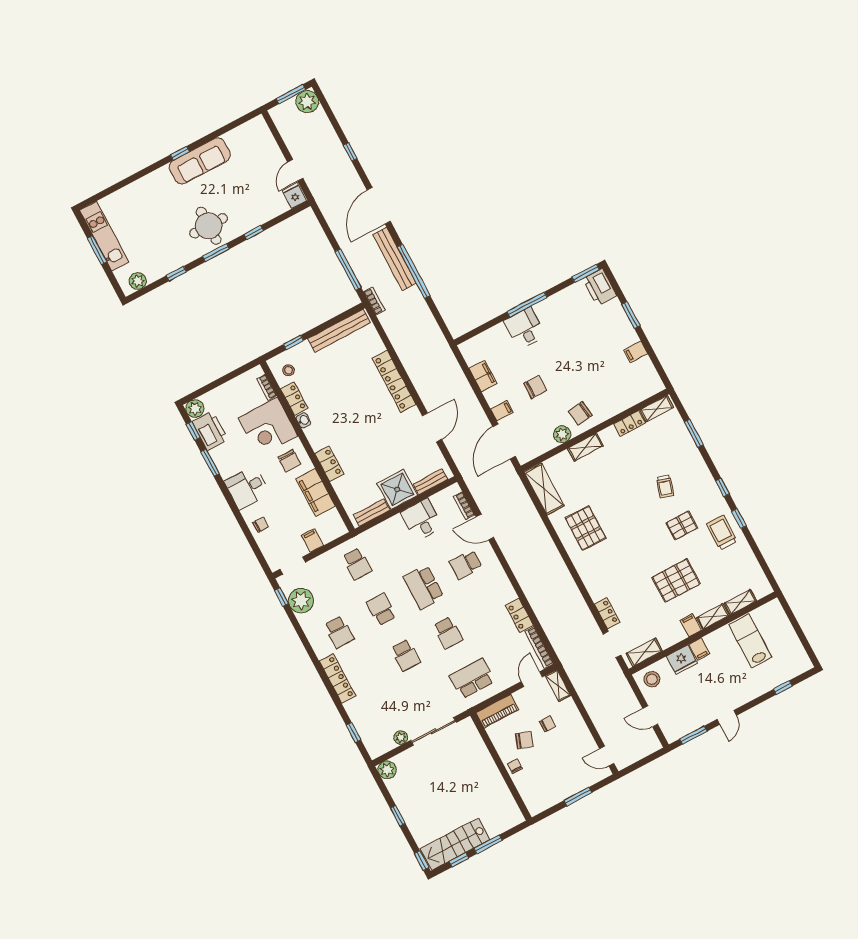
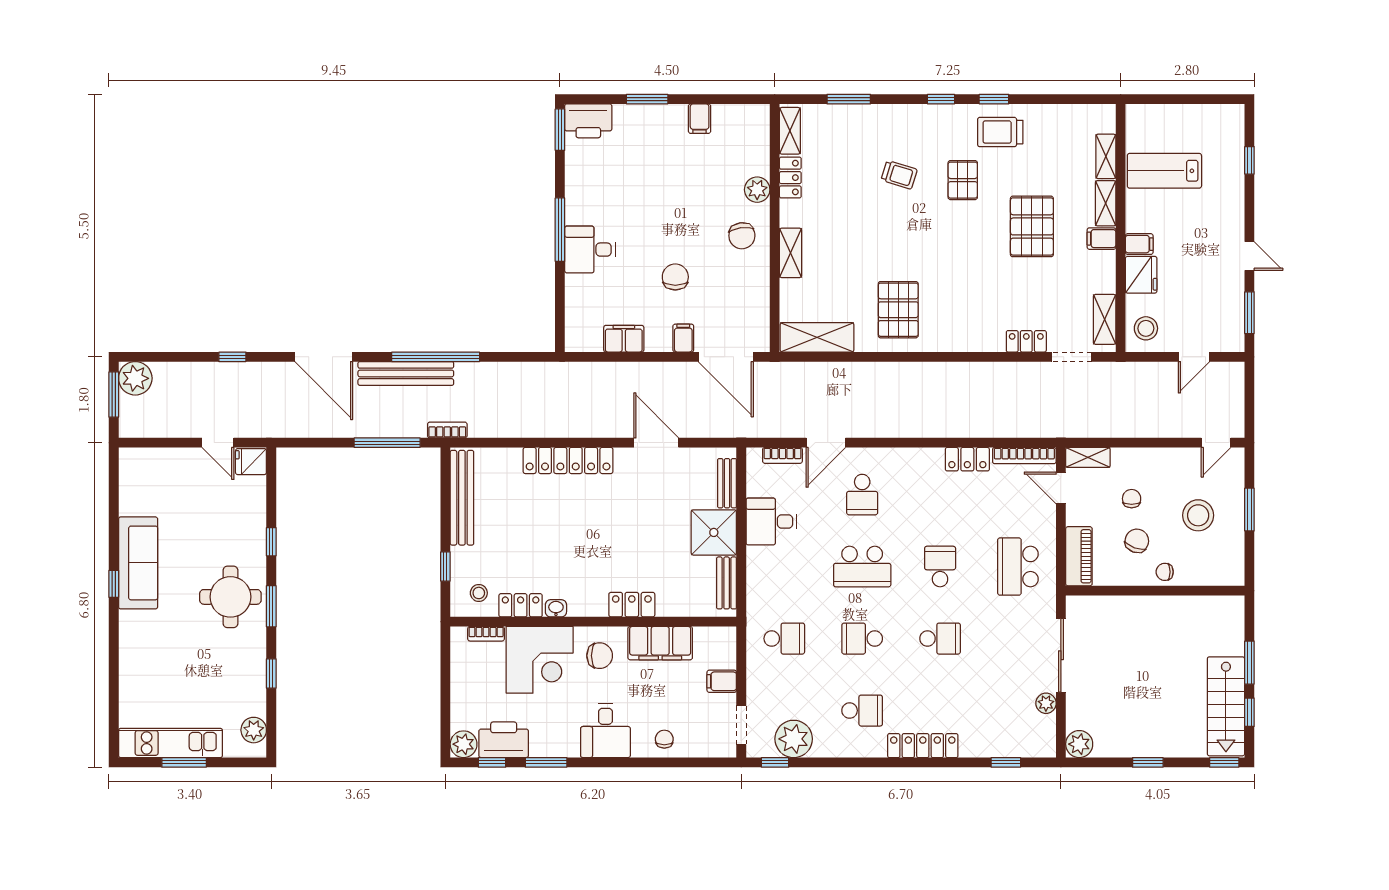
plant: (562, 434) -> (757, 190), moved
pallet: (586, 528) -> (898, 310), turned 90
school desk: (448, 633) -> (940, 567), turned -90
stool: (558, 768) -> (1198, 515), added

